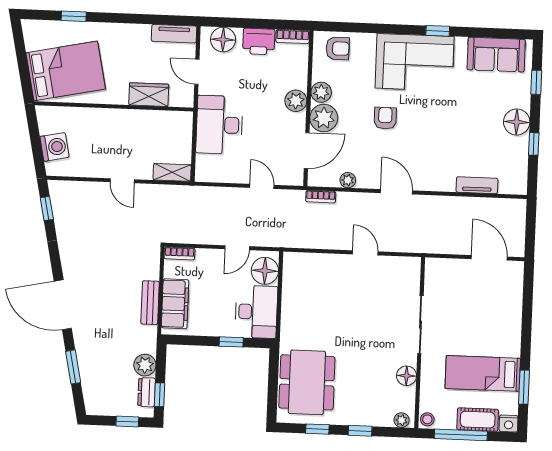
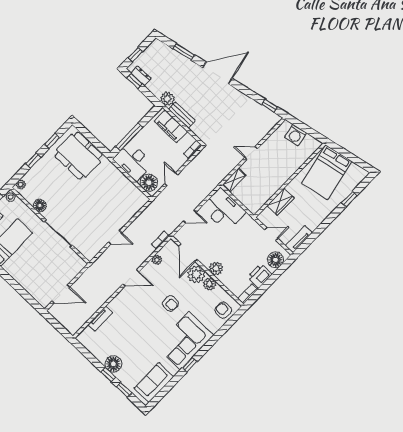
armchair: (338, 48) -> (223, 310), turned 90
desk: (219, 125) -> (224, 210), moved
window: (534, 144) -> (108, 375), moved
window: (231, 342) -> (129, 137), width x2.17
plant: (145, 365) -> (167, 99), moved

